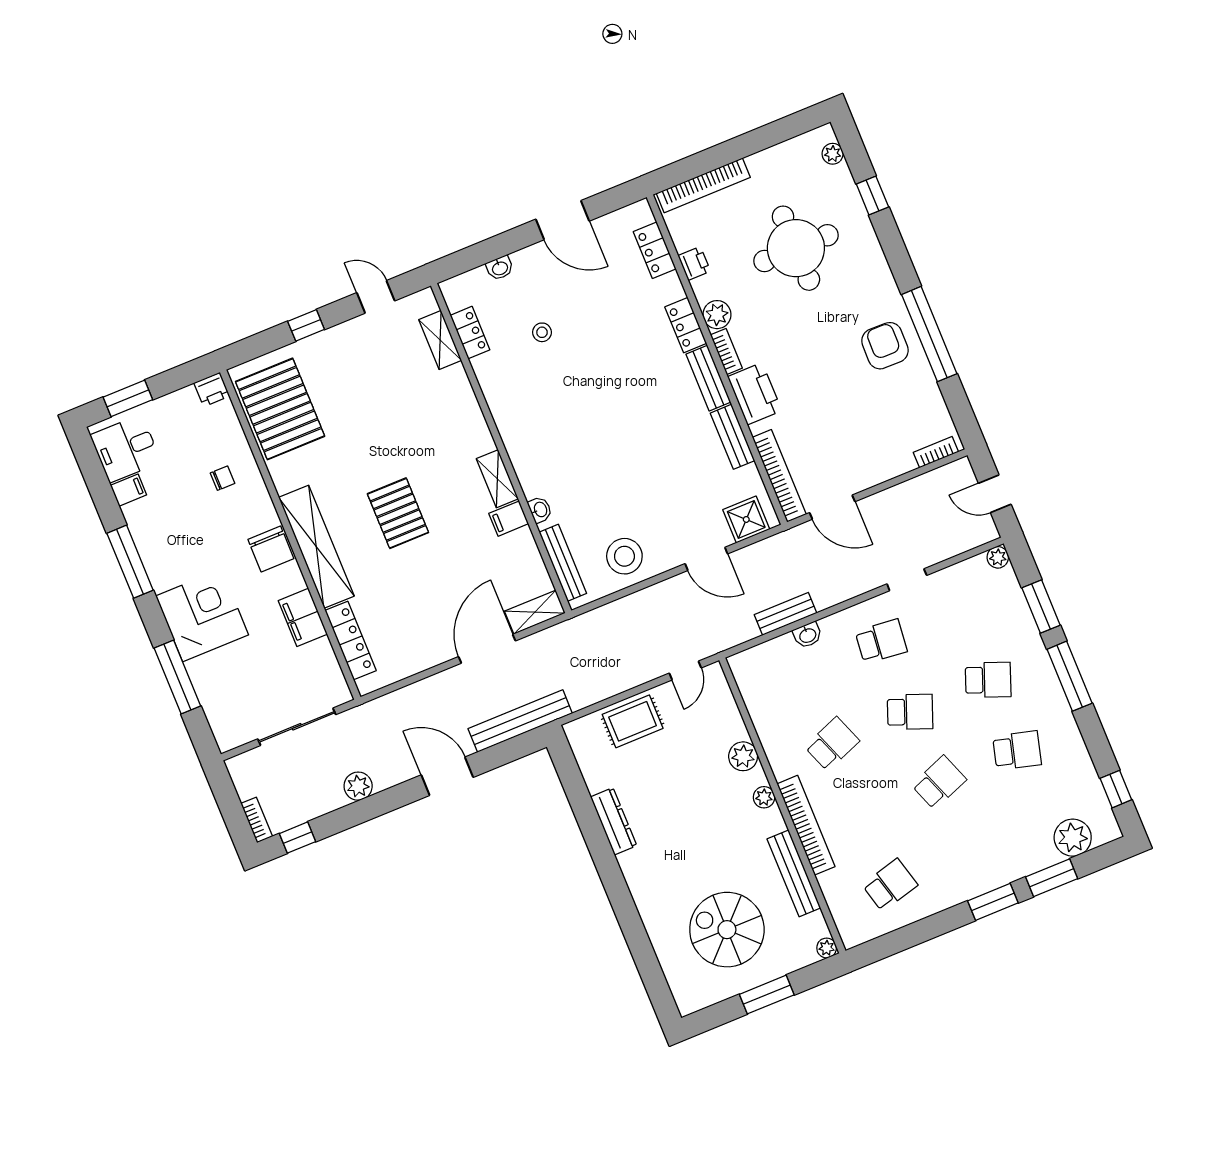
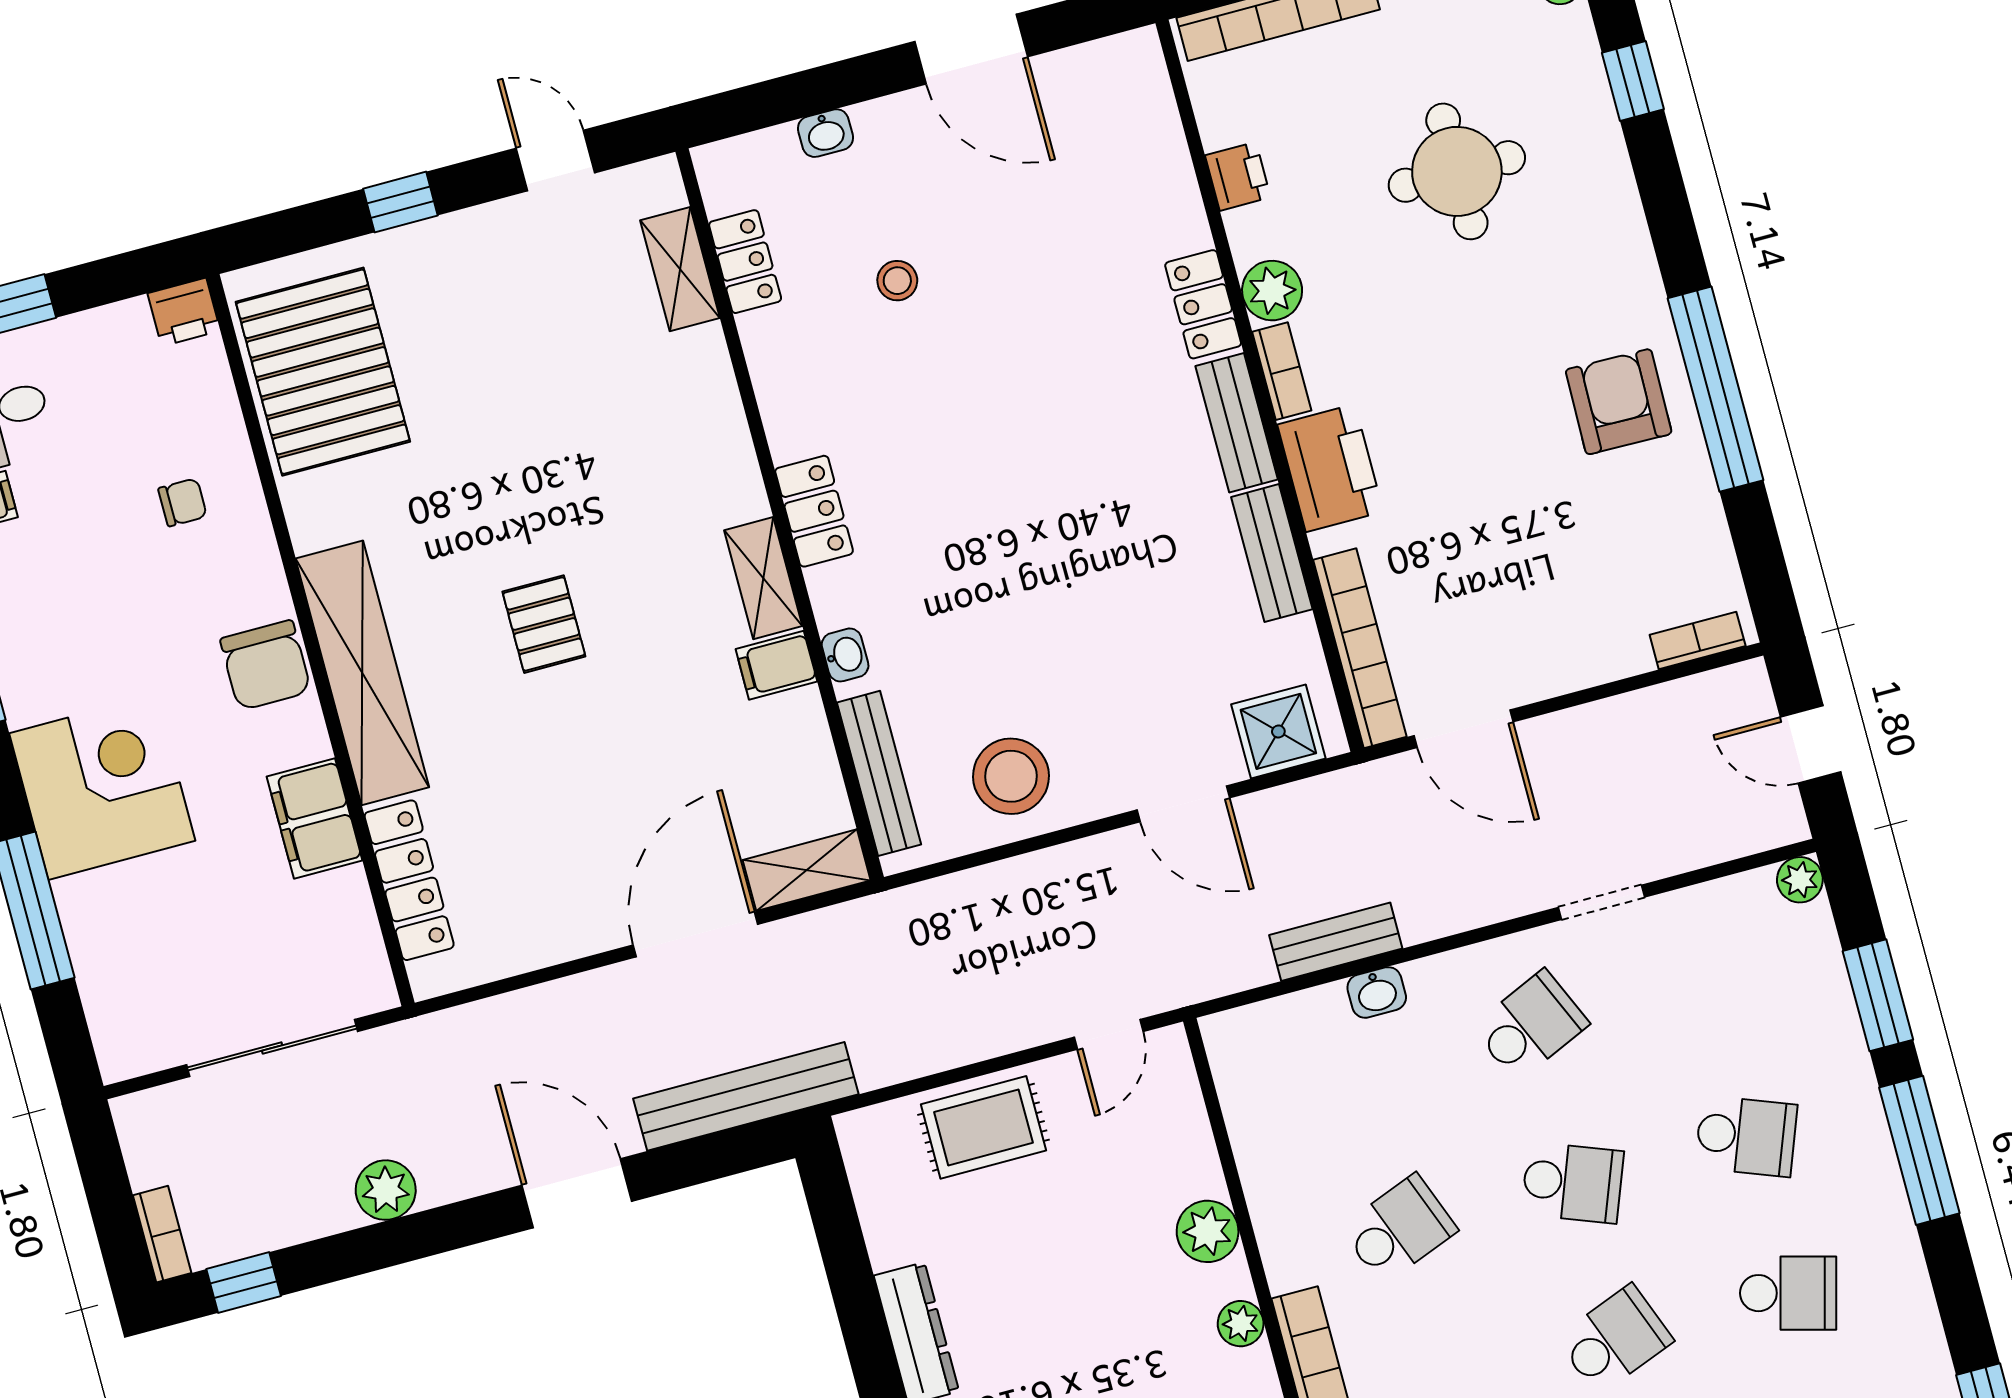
round table: (796, 248) -> (1457, 171), width x0.73, depth x0.73
locker: (655, 250) -> (814, 511), moved, turned 180
pallet: (398, 513) -> (544, 624), width x0.67, depth x0.71
school desk: (881, 641) -> (1530, 1026), turned -30

